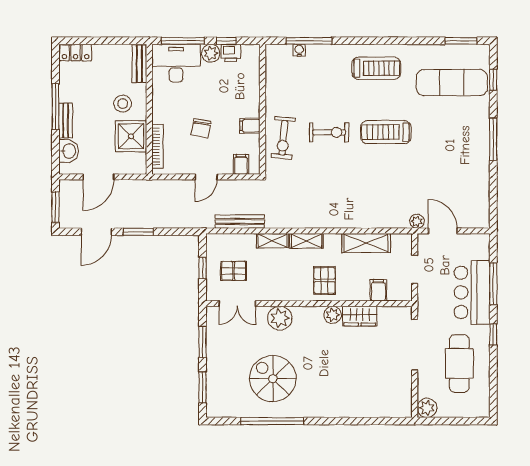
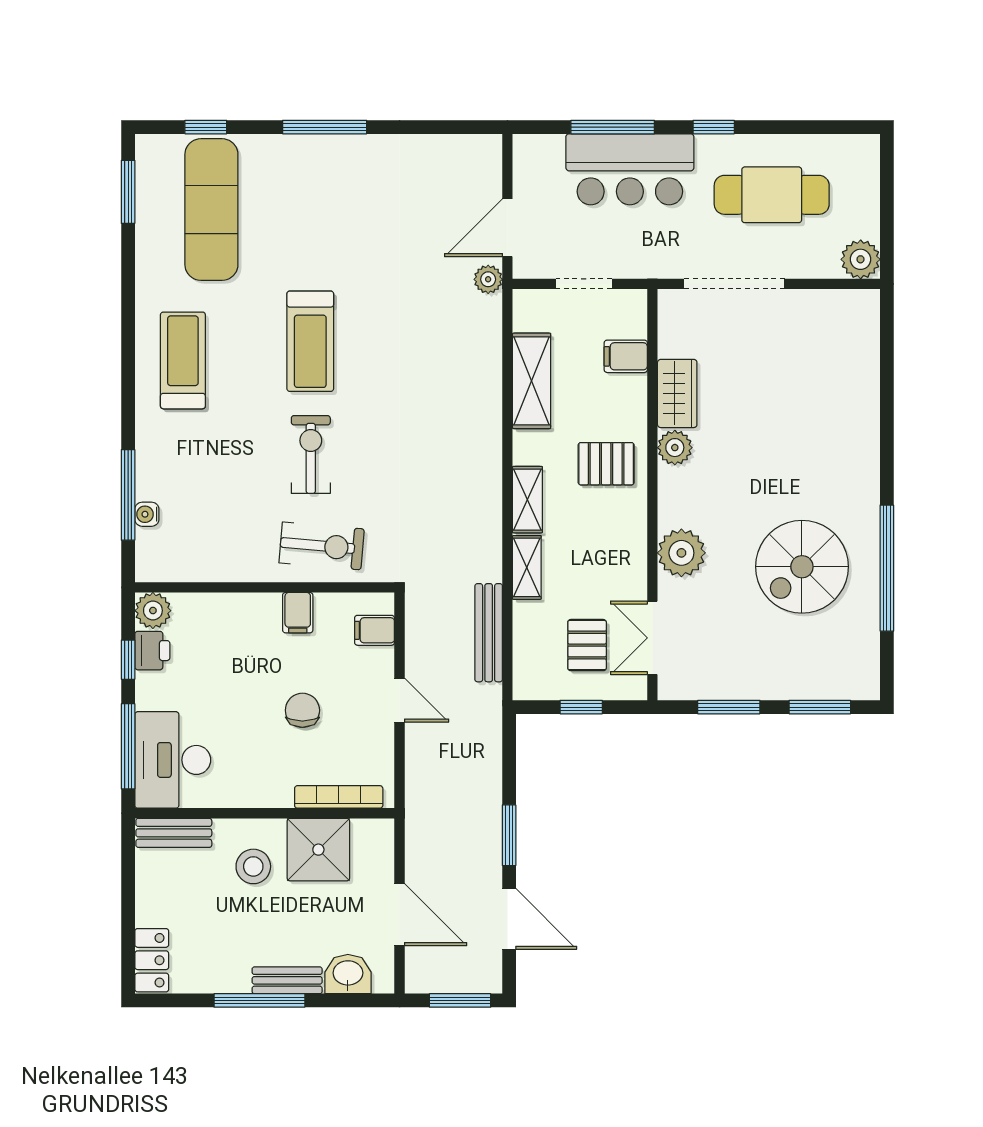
plant: (211, 53) -> (153, 611), moved
chair: (201, 128) -> (302, 710), turned -100
double door: (237, 304) -> (652, 638), swing flipped

